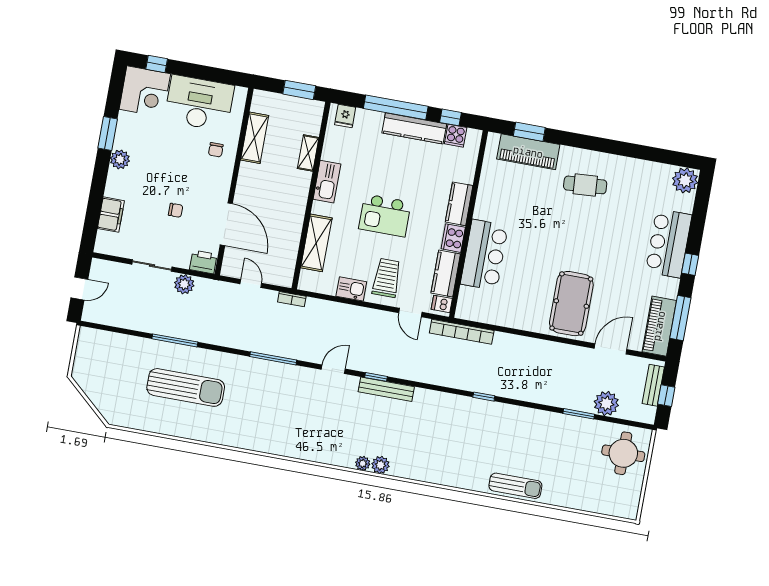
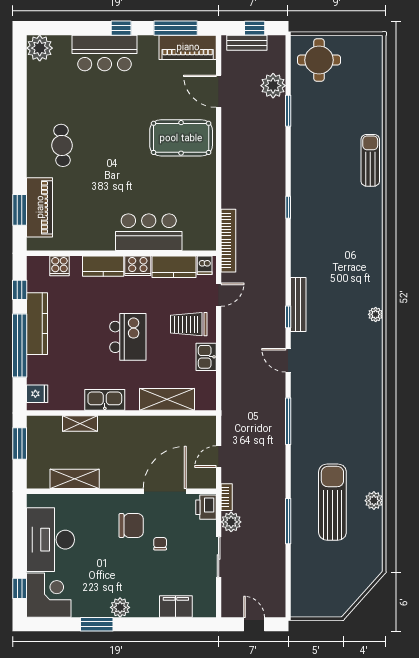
cooker: (456, 136) -> (59, 266), moved, turned 90
chair: (216, 150) -> (131, 526), moved, width x1.87, depth x1.87
bookcase: (292, 299) -> (227, 497), moved
plant: (381, 465) -> (374, 501), moved

